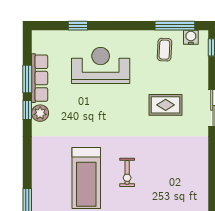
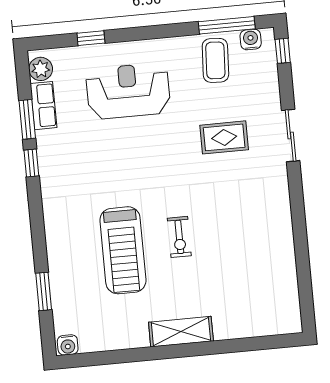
coffee table: (164, 50) -> (215, 60), width x1.36, depth x1.30
row of seats: (40, 78) -> (44, 106), width x0.68
plant: (40, 113) -> (41, 69), moved

